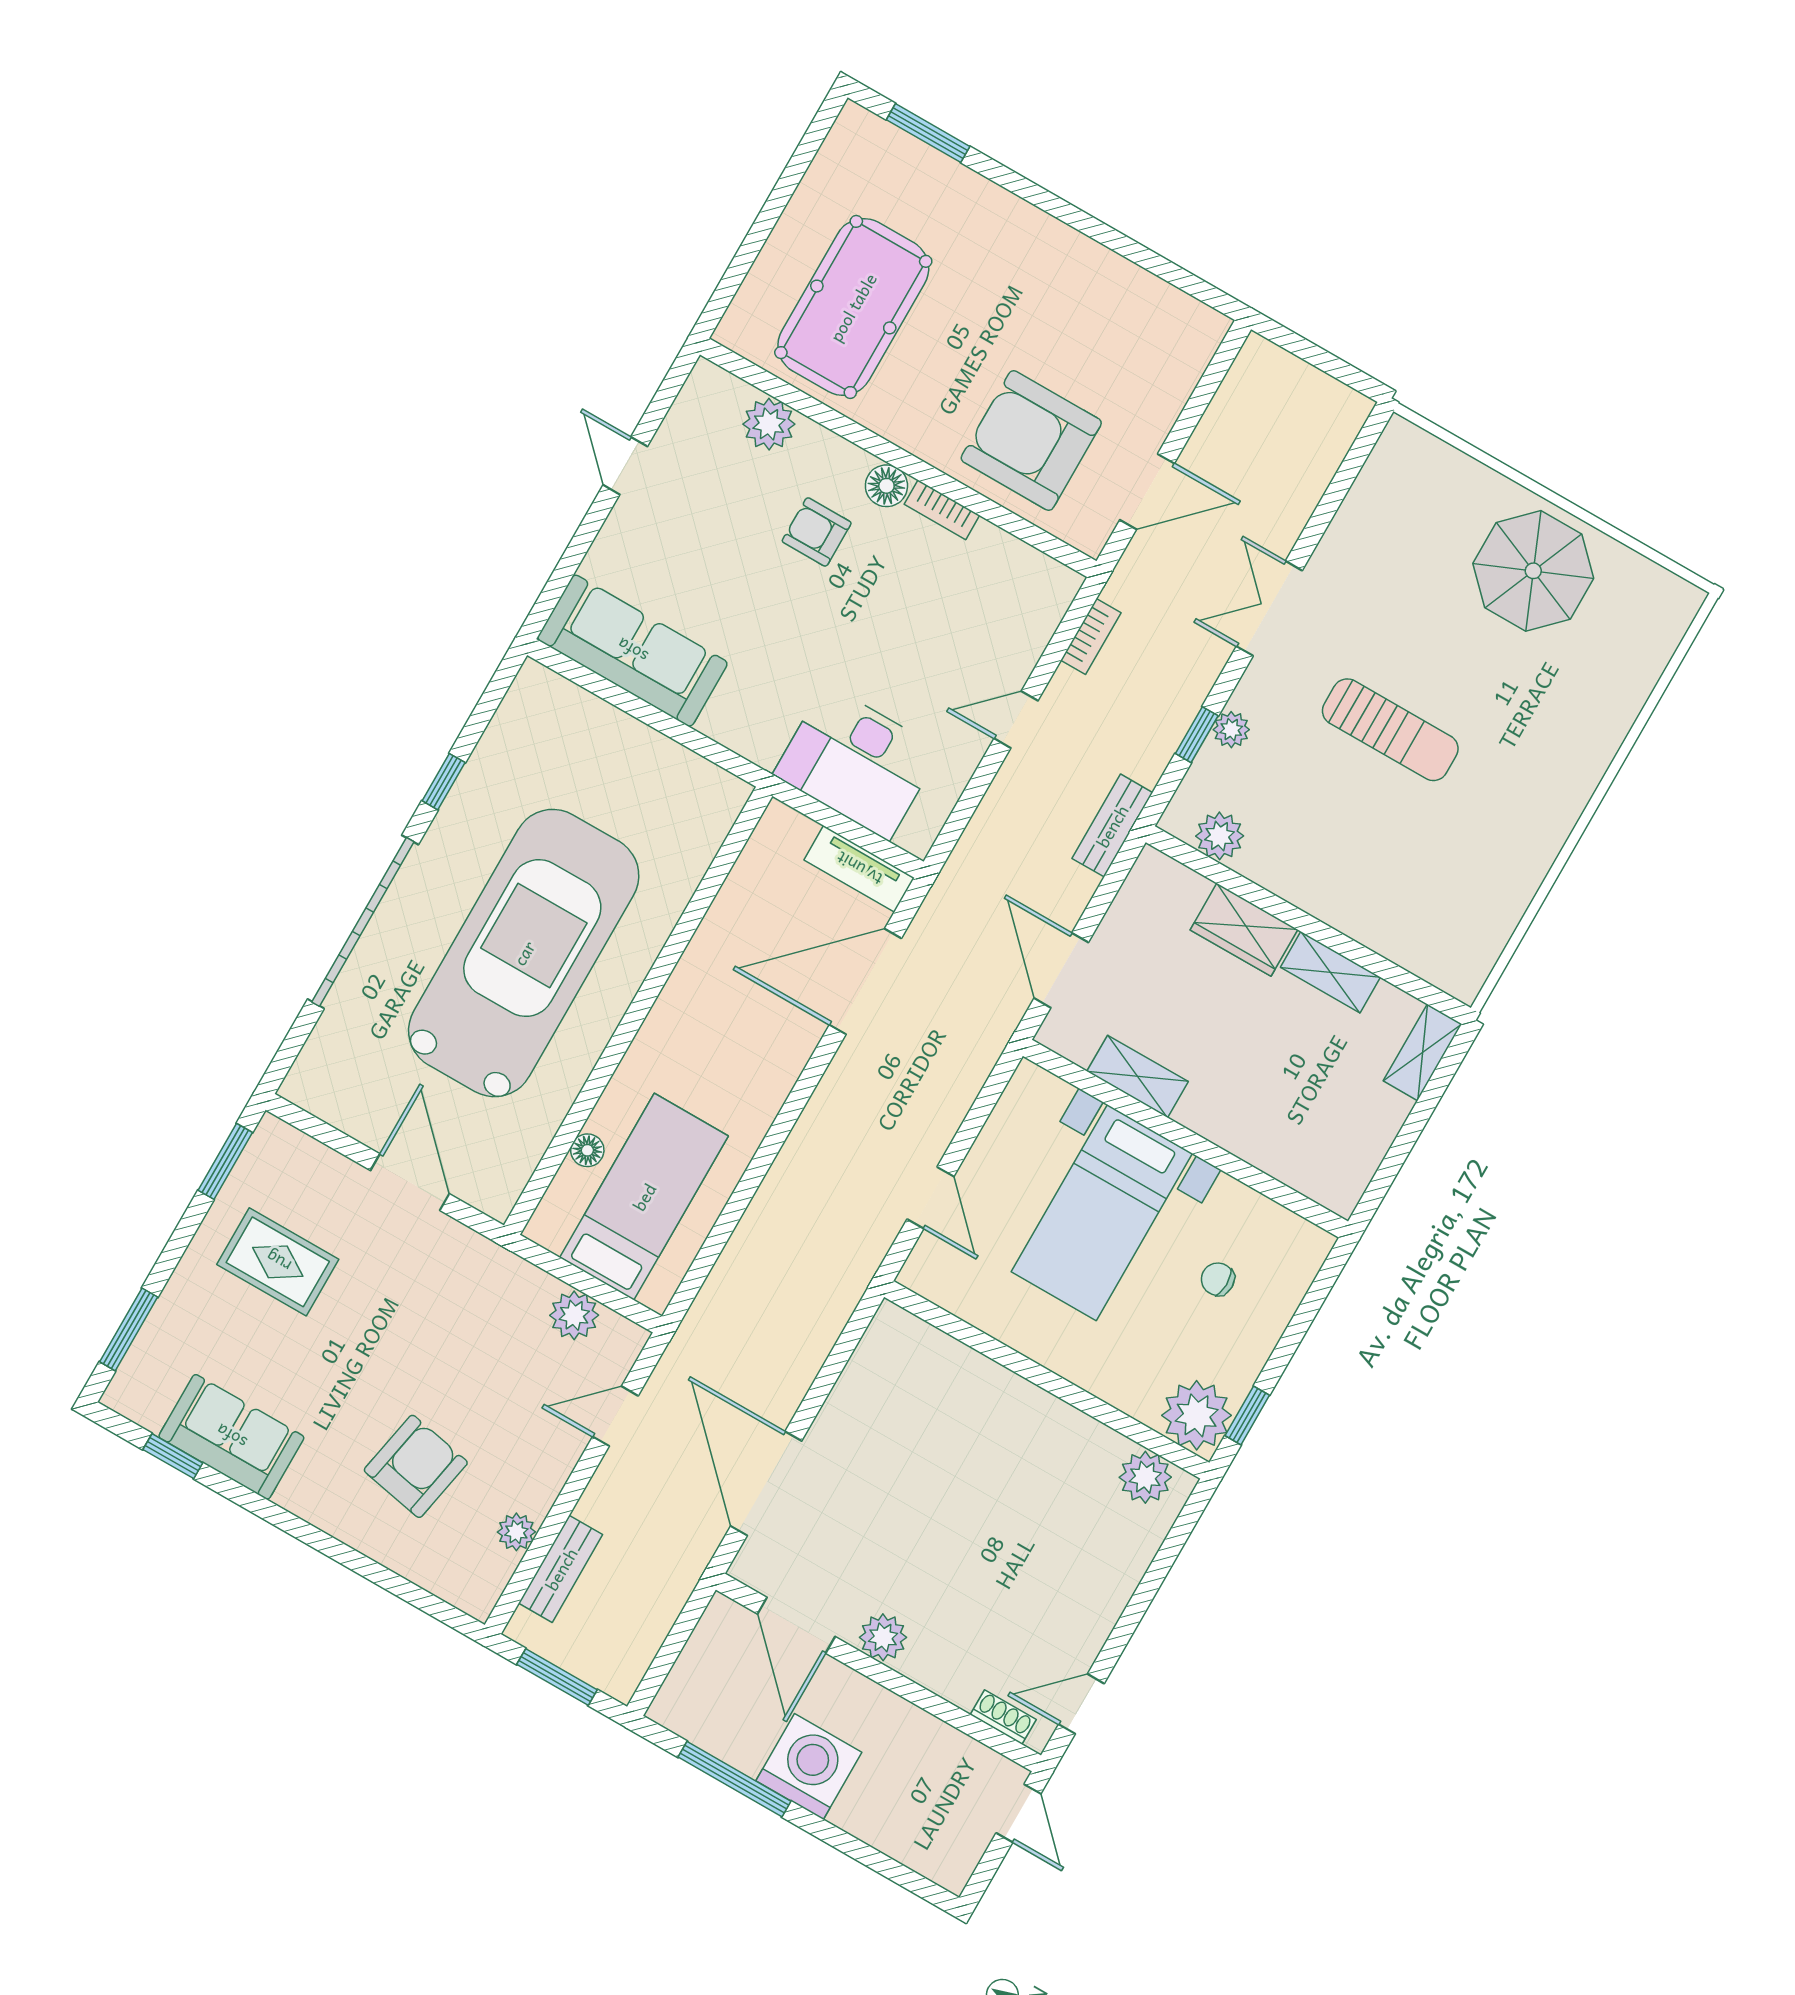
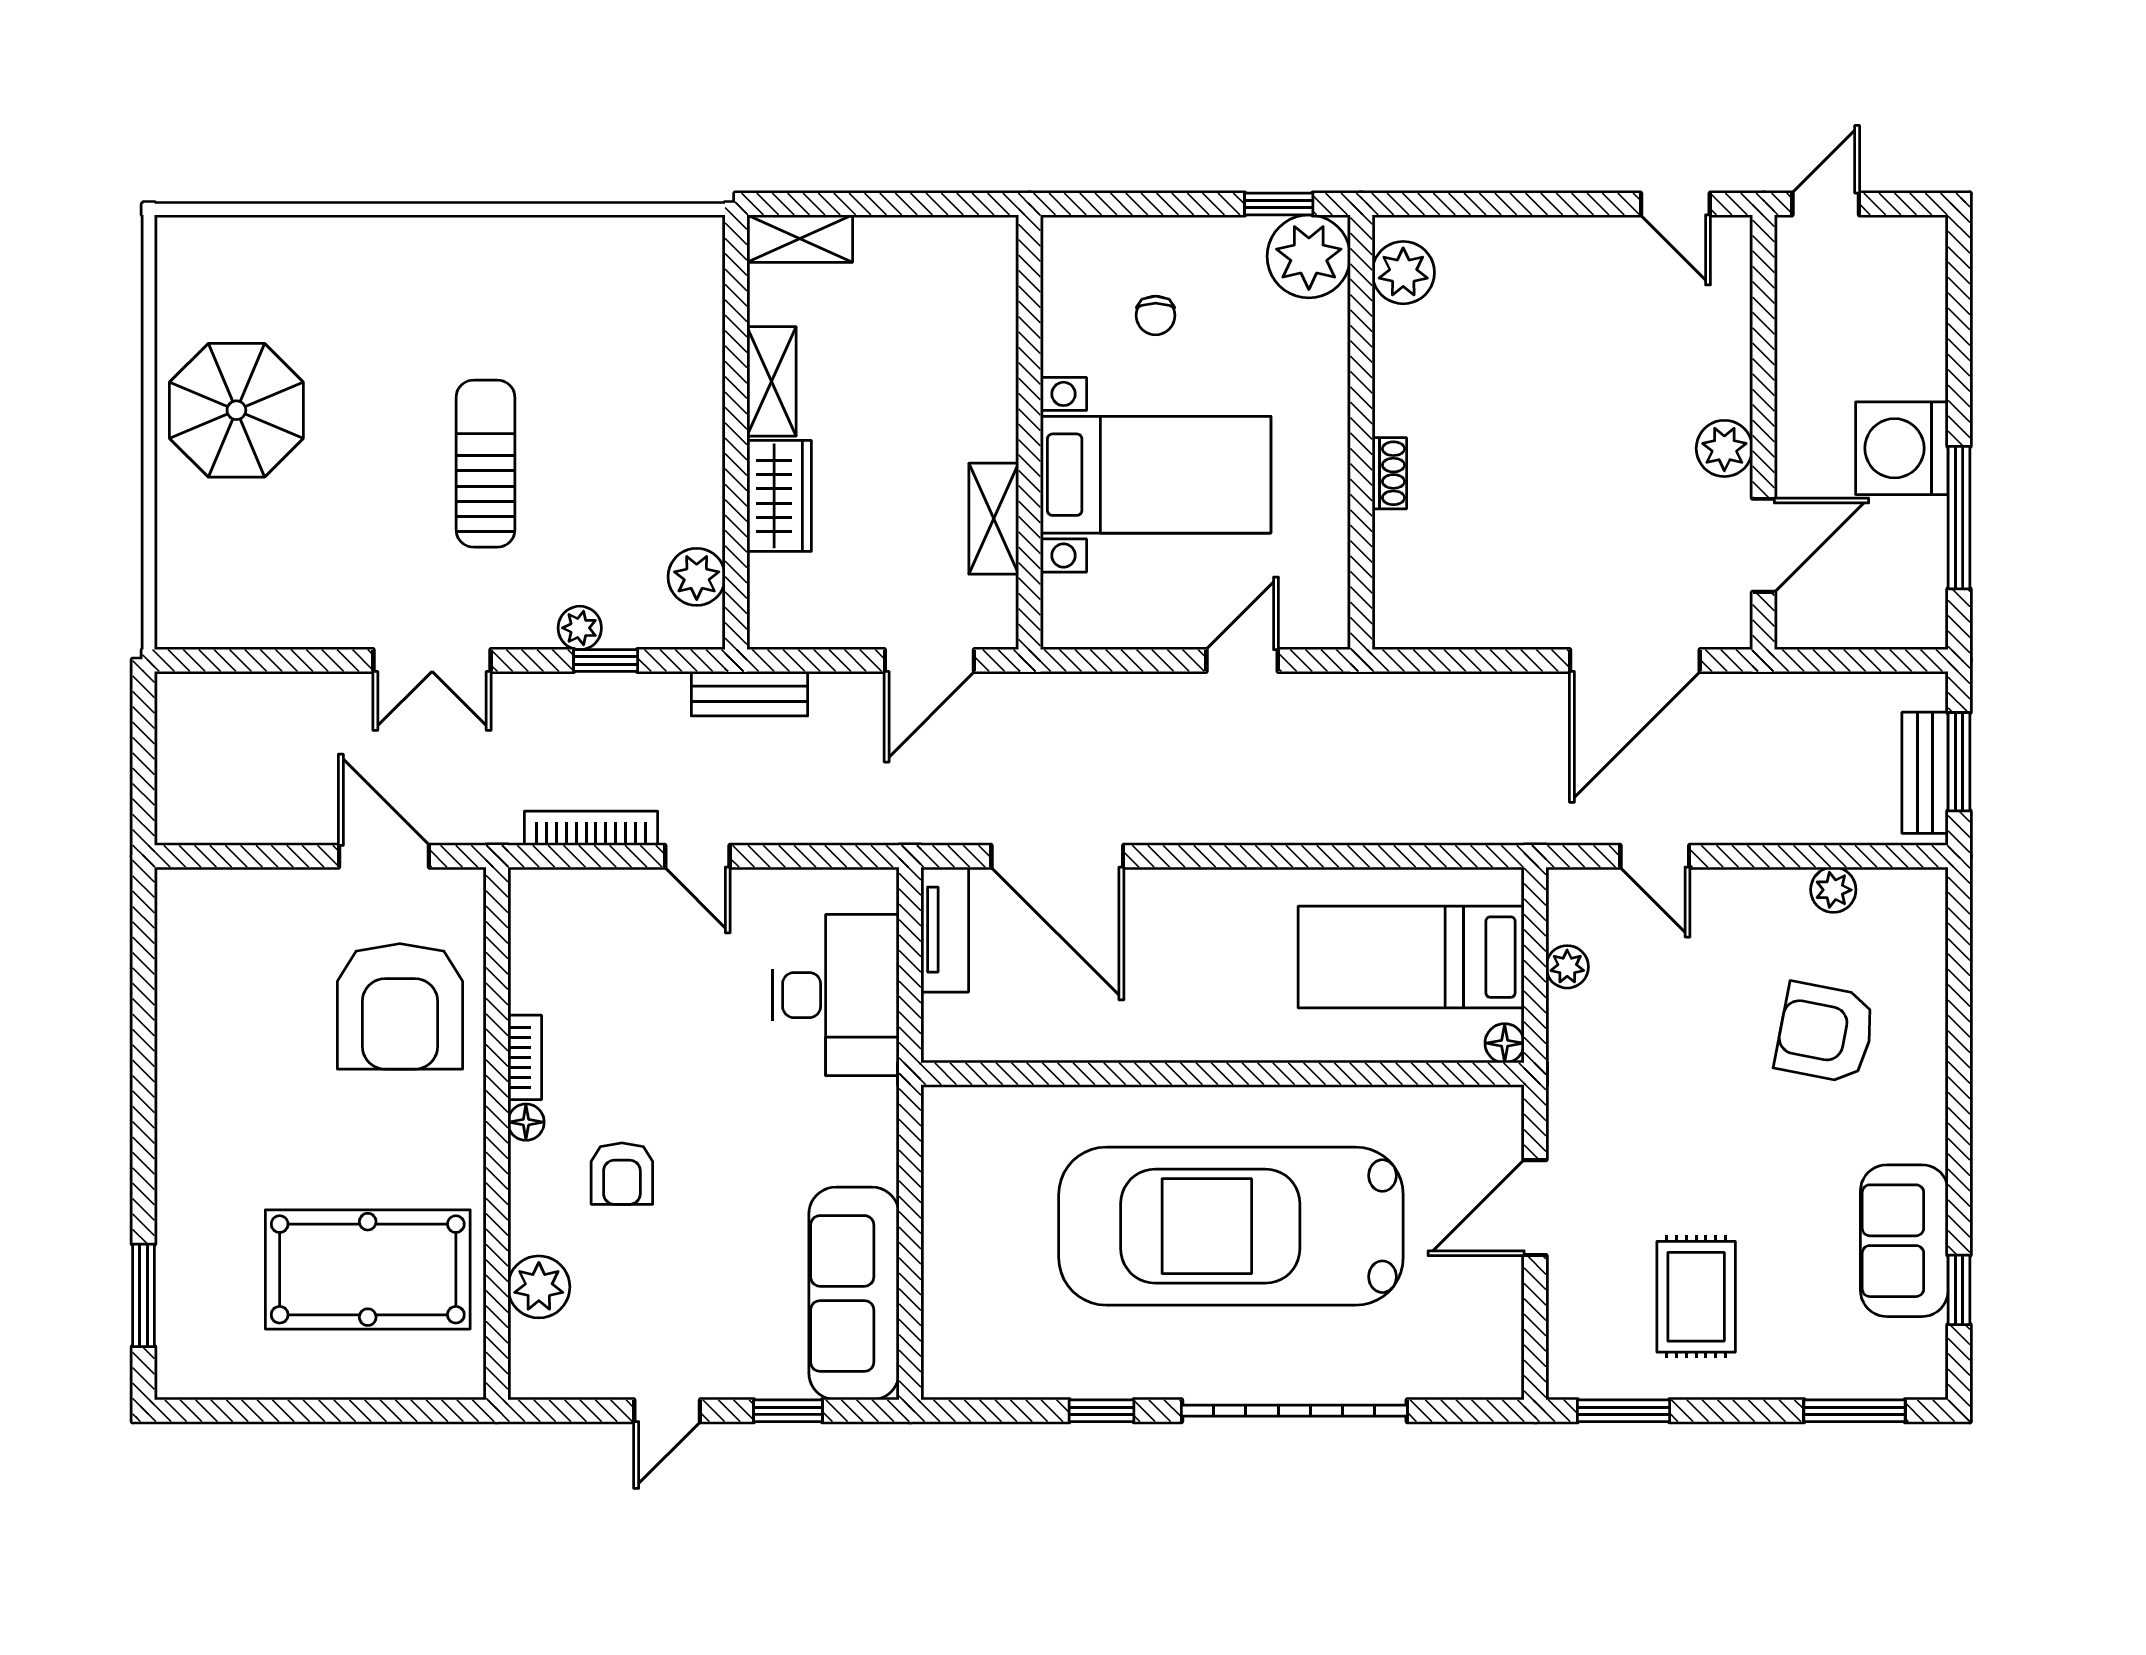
floor lamp: (886, 486) -> (526, 1122), width x0.73, depth x0.73
window: (575, 554) -> (788, 1411), added
bookcase: (1091, 636) -> (591, 828), width x1.56
floor lamp: (587, 1150) -> (1505, 1043), moved
plant: (574, 1315) -> (1567, 967), width x0.73, depth x0.73
bench: (561, 1569) -> (1925, 773), moved, turned 90
shoe rack: (1003, 1717) -> (1389, 473), moved, turned 180

